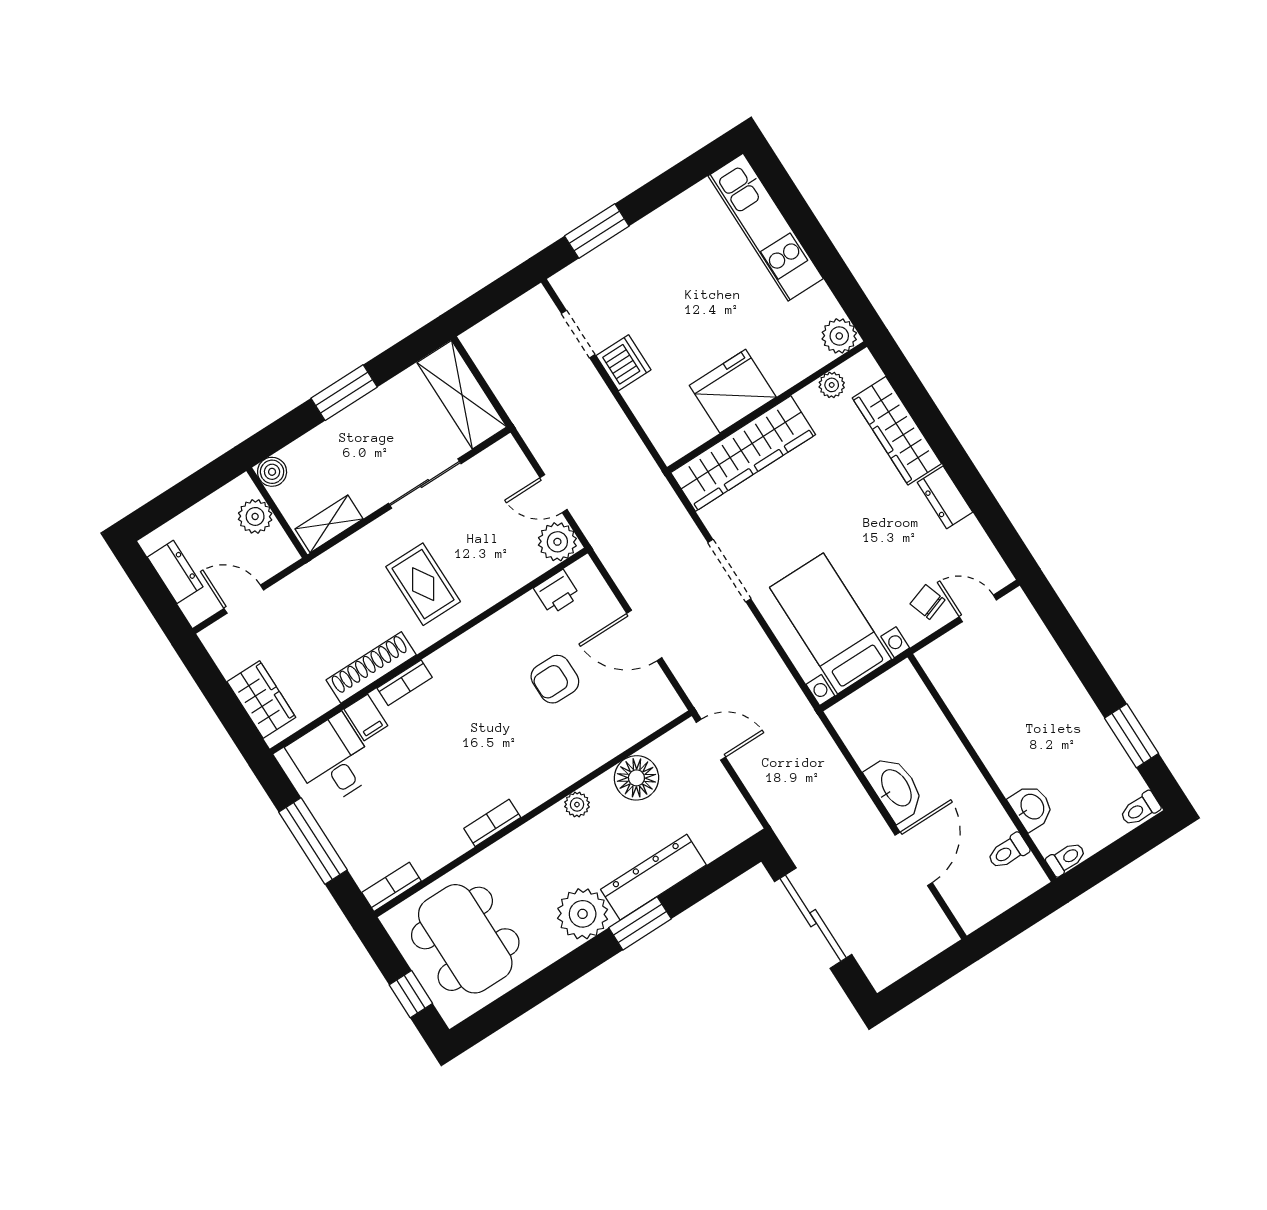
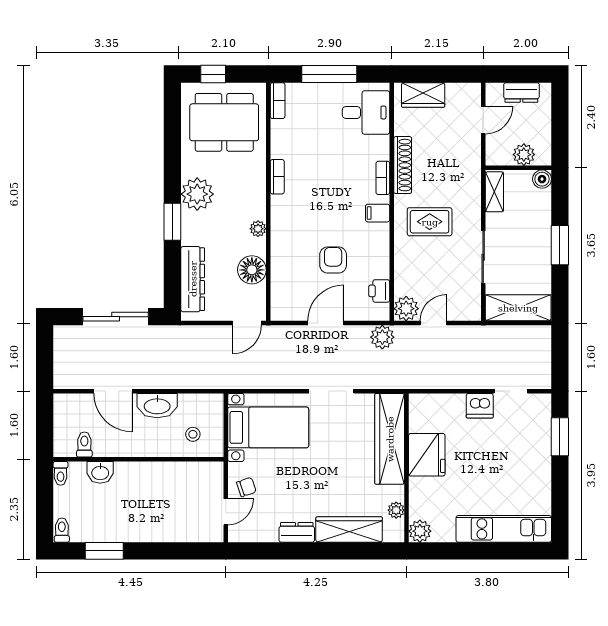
plant: (615, 549) -> (382, 337), added
filing cabinet: (366, 717) -> (378, 213), moved
stool: (903, 717) -> (193, 434), added
dresser: (653, 877) -> (193, 279), moved

